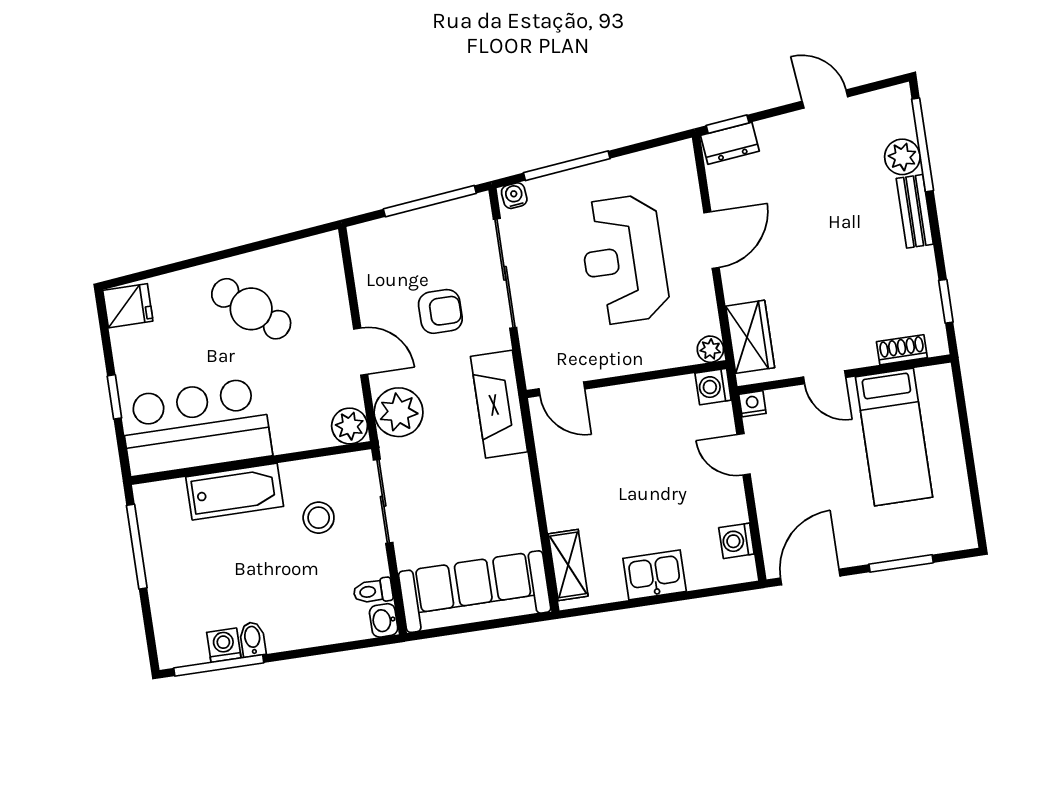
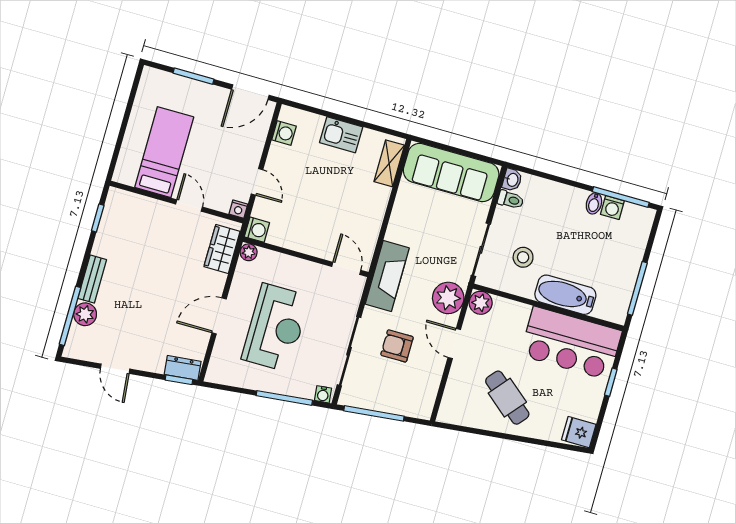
shoe rack: (902, 350) -> (136, 201), removed

